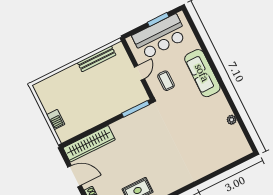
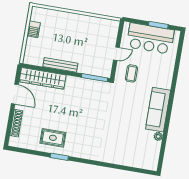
bench: (97, 59) -> (60, 65), moved
sofa: (202, 73) -> (158, 110), moved
barbecue: (56, 119) -> (34, 29), moved

